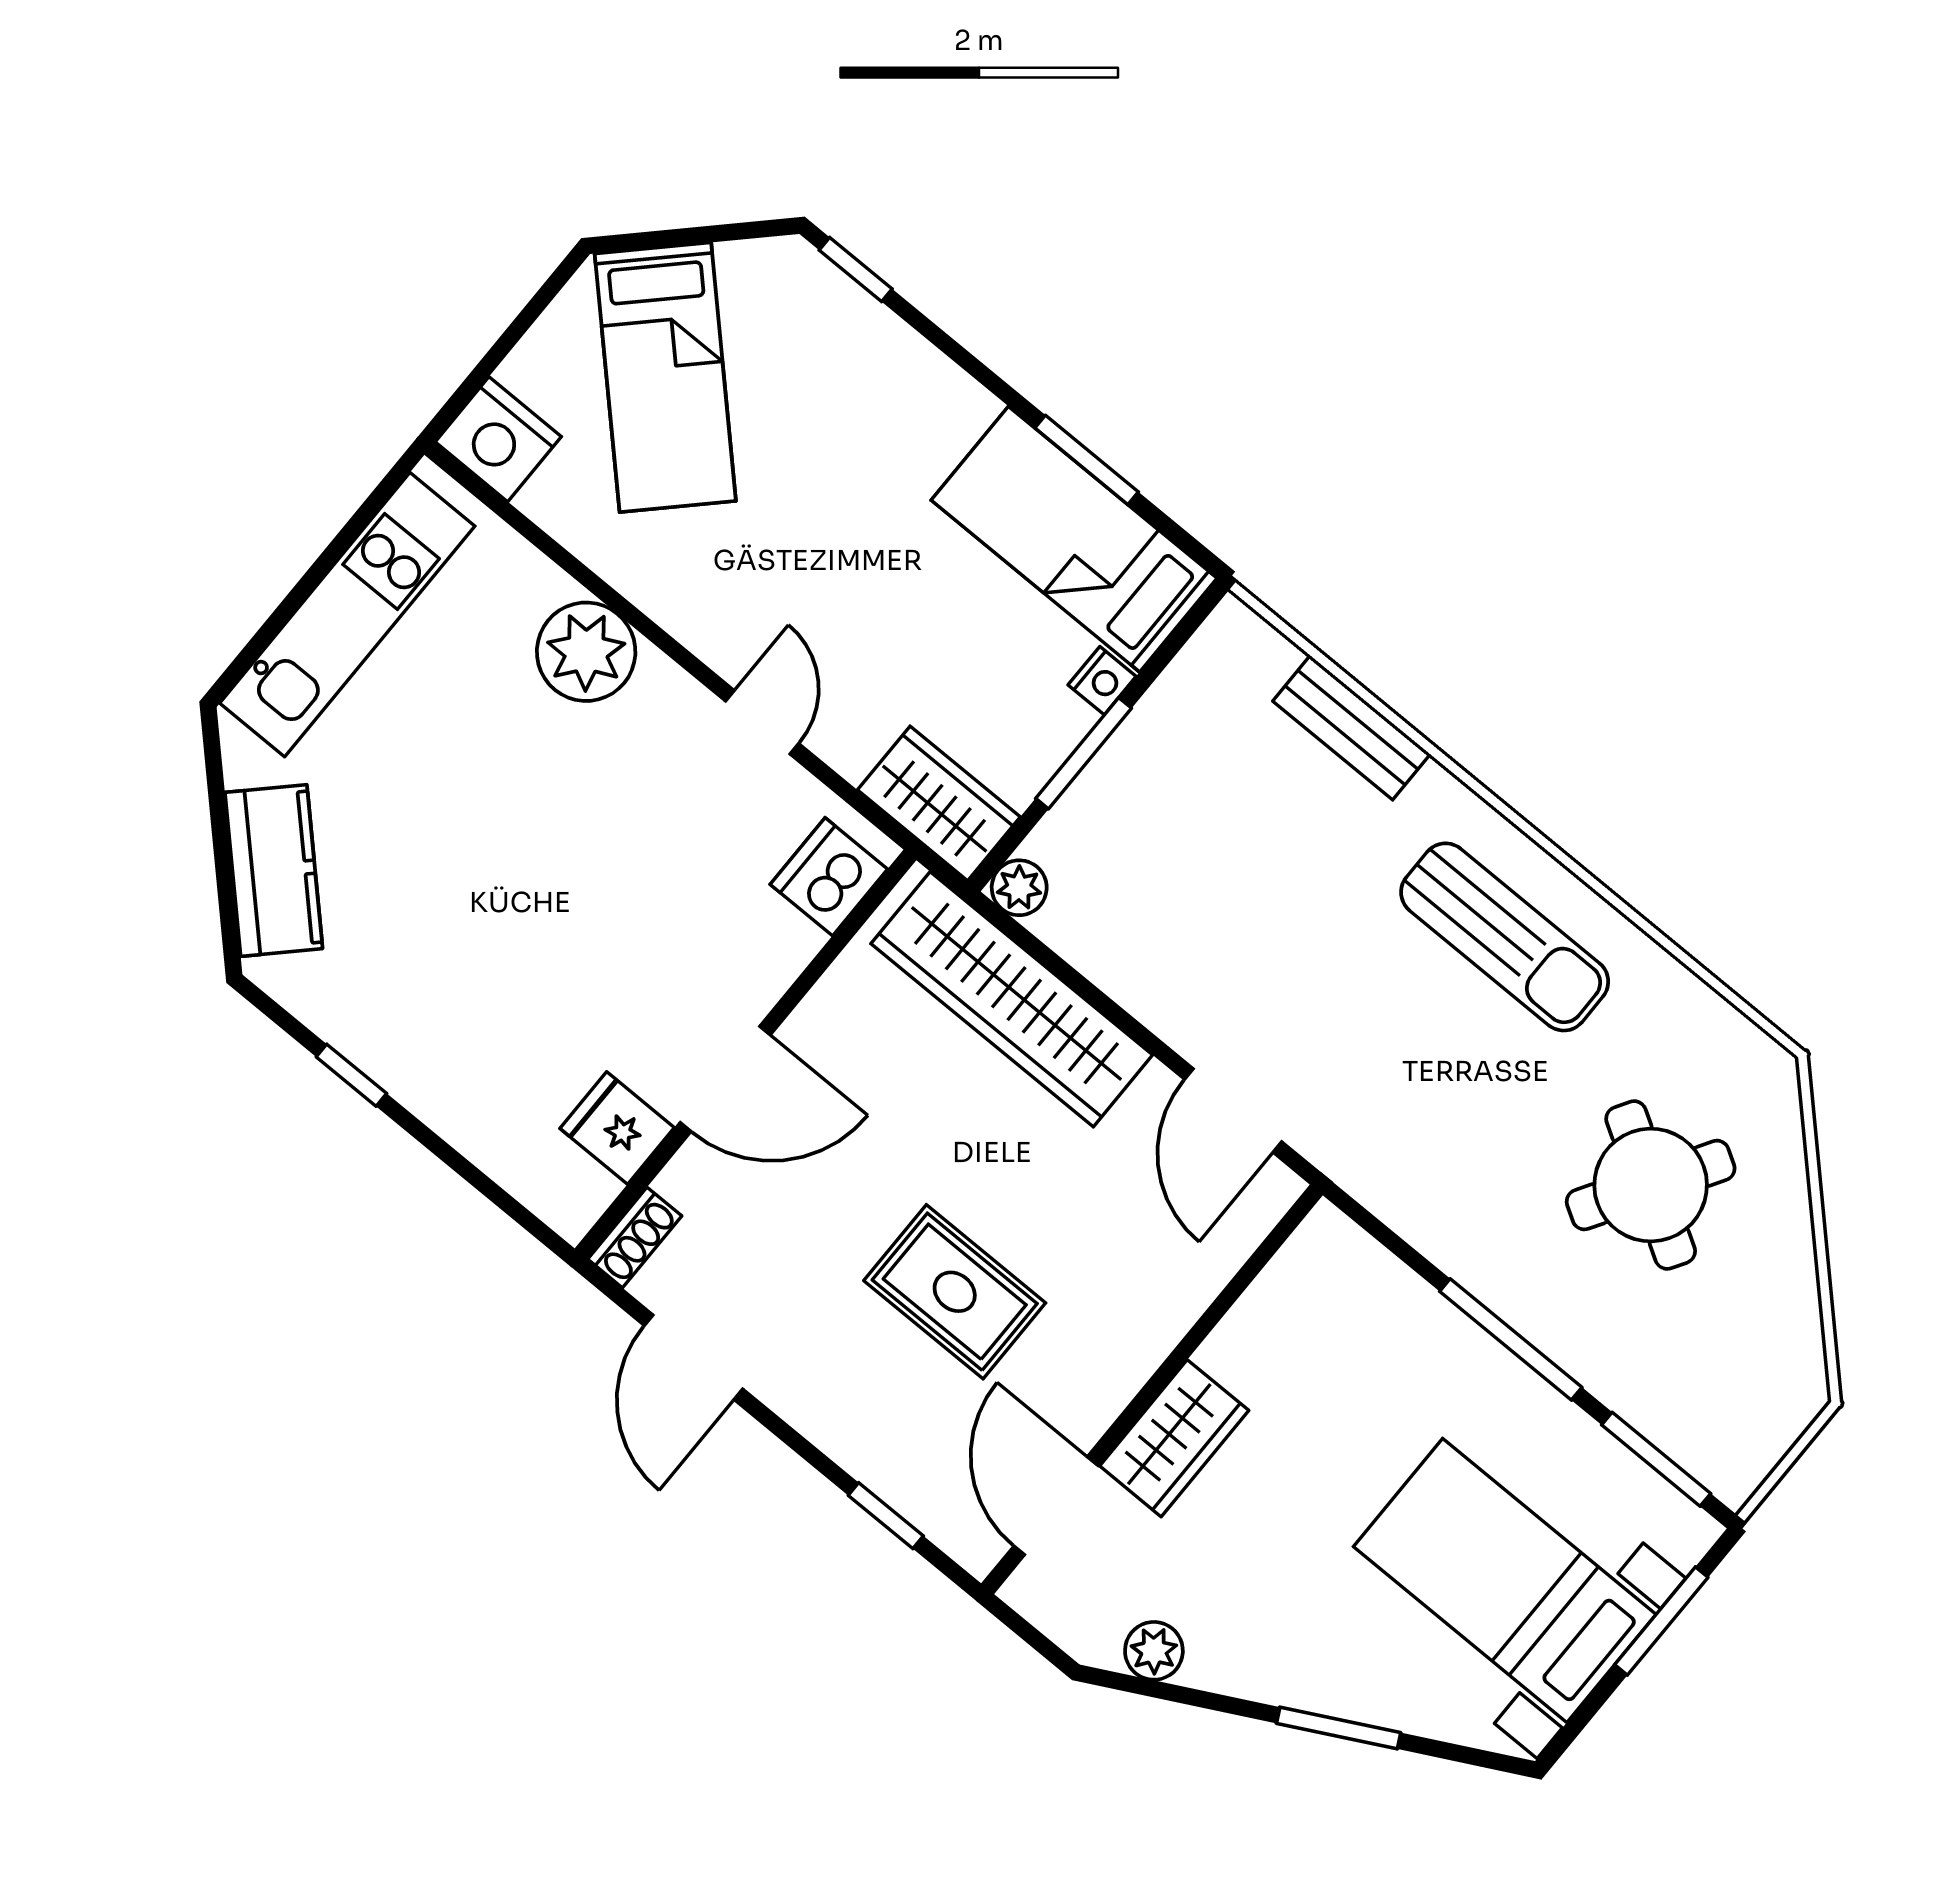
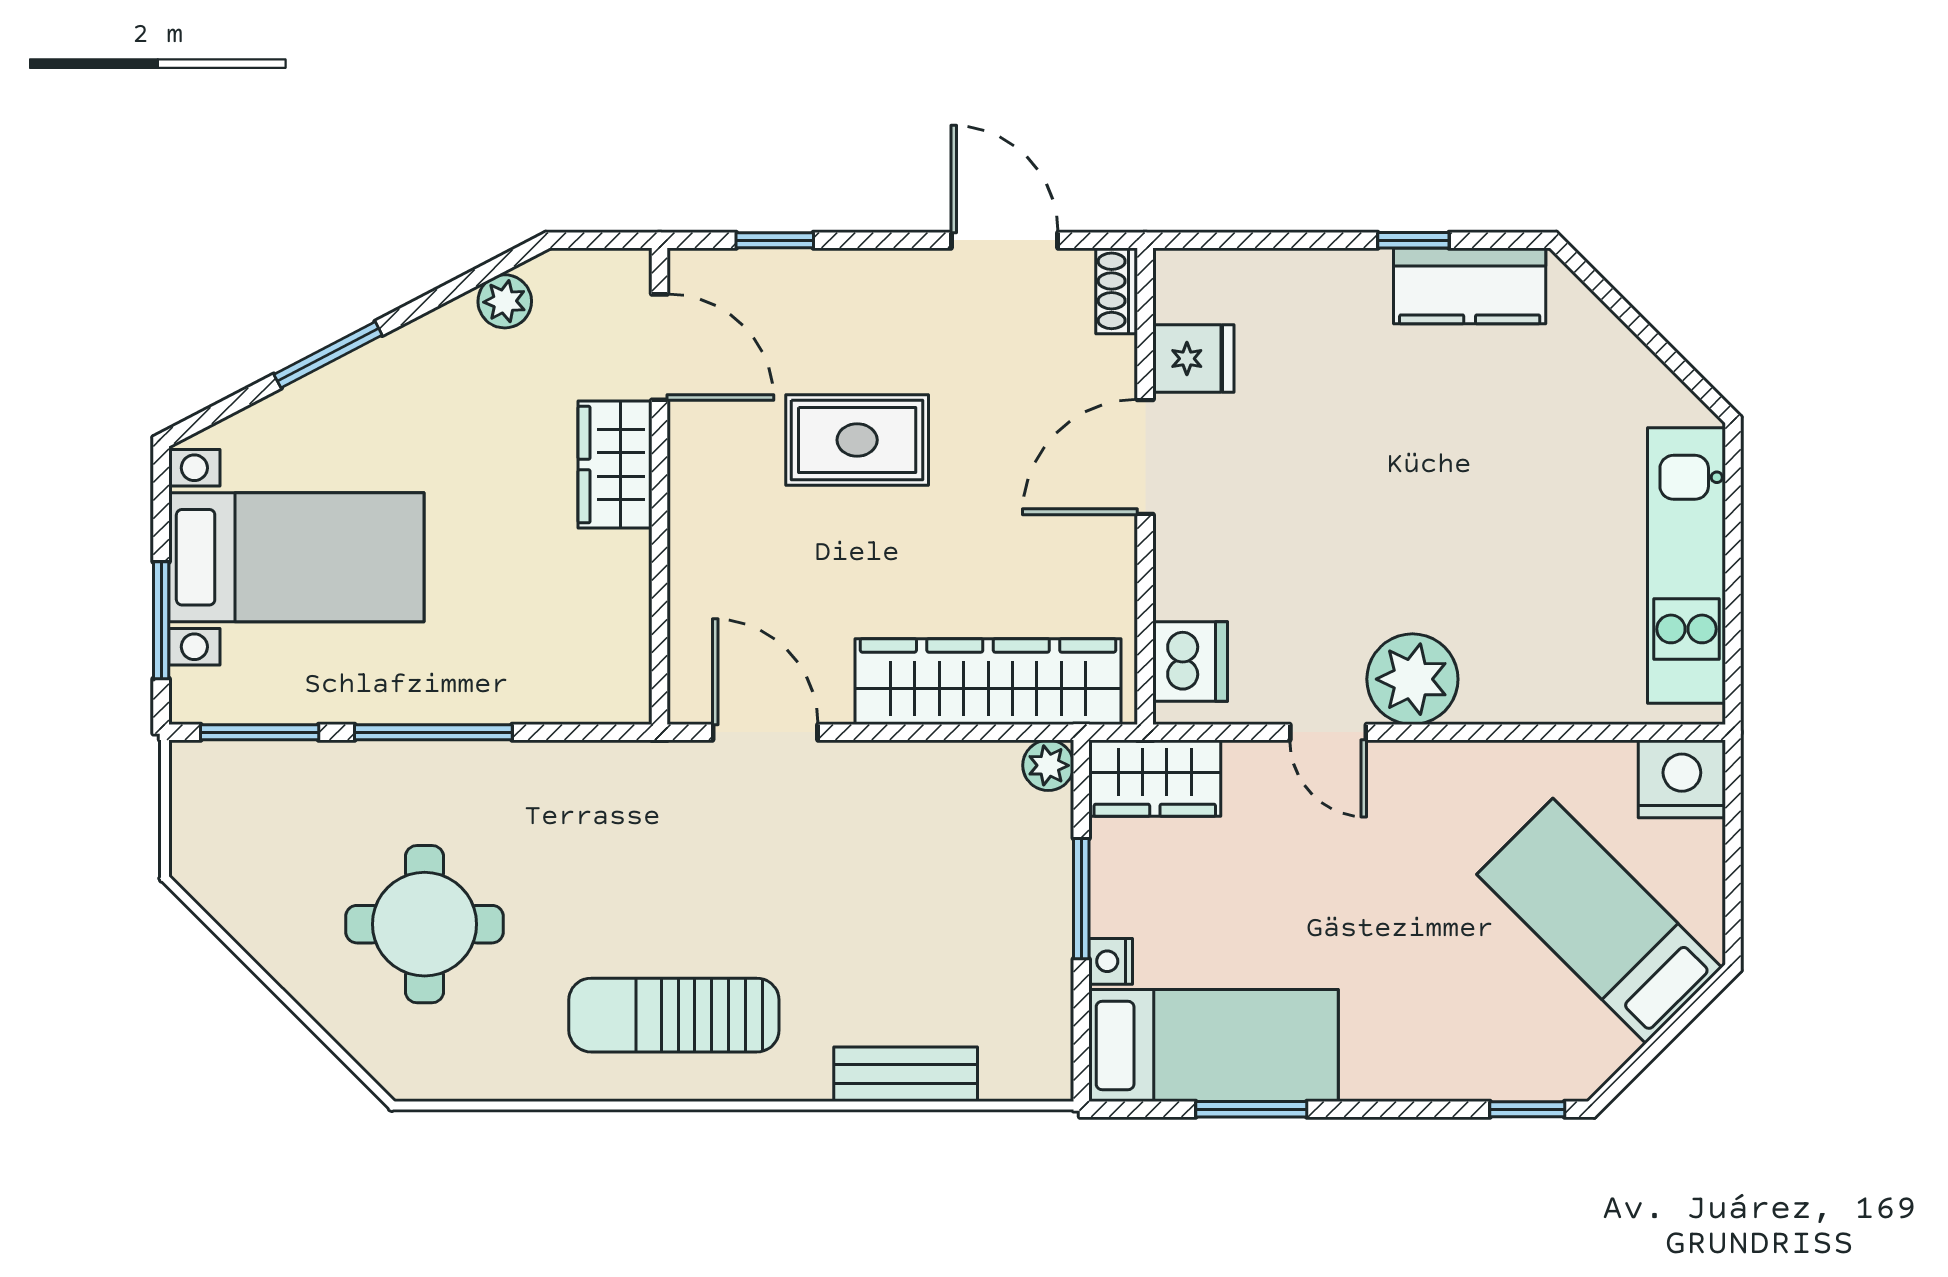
plant: (586, 652) -> (1412, 679), moved
kitchen counter: (274, 870) -> (1470, 286), moved, turned -45
round table: (1651, 1185) -> (425, 924), turned -31

